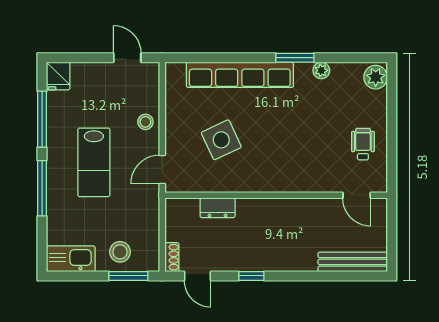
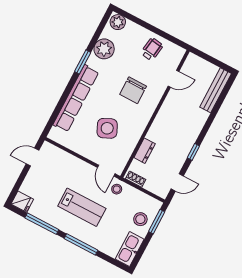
plant: (321, 70) -> (104, 49), width x1.87, depth x1.87
stool: (145, 122) -> (117, 189), moved
wheelchair: (363, 144) -> (152, 49), turned 98
chair: (293, 148) -> (133, 90), added
door: (357, 195) -> (173, 79), moved
shoe rack: (172, 257) -> (136, 179), moved

